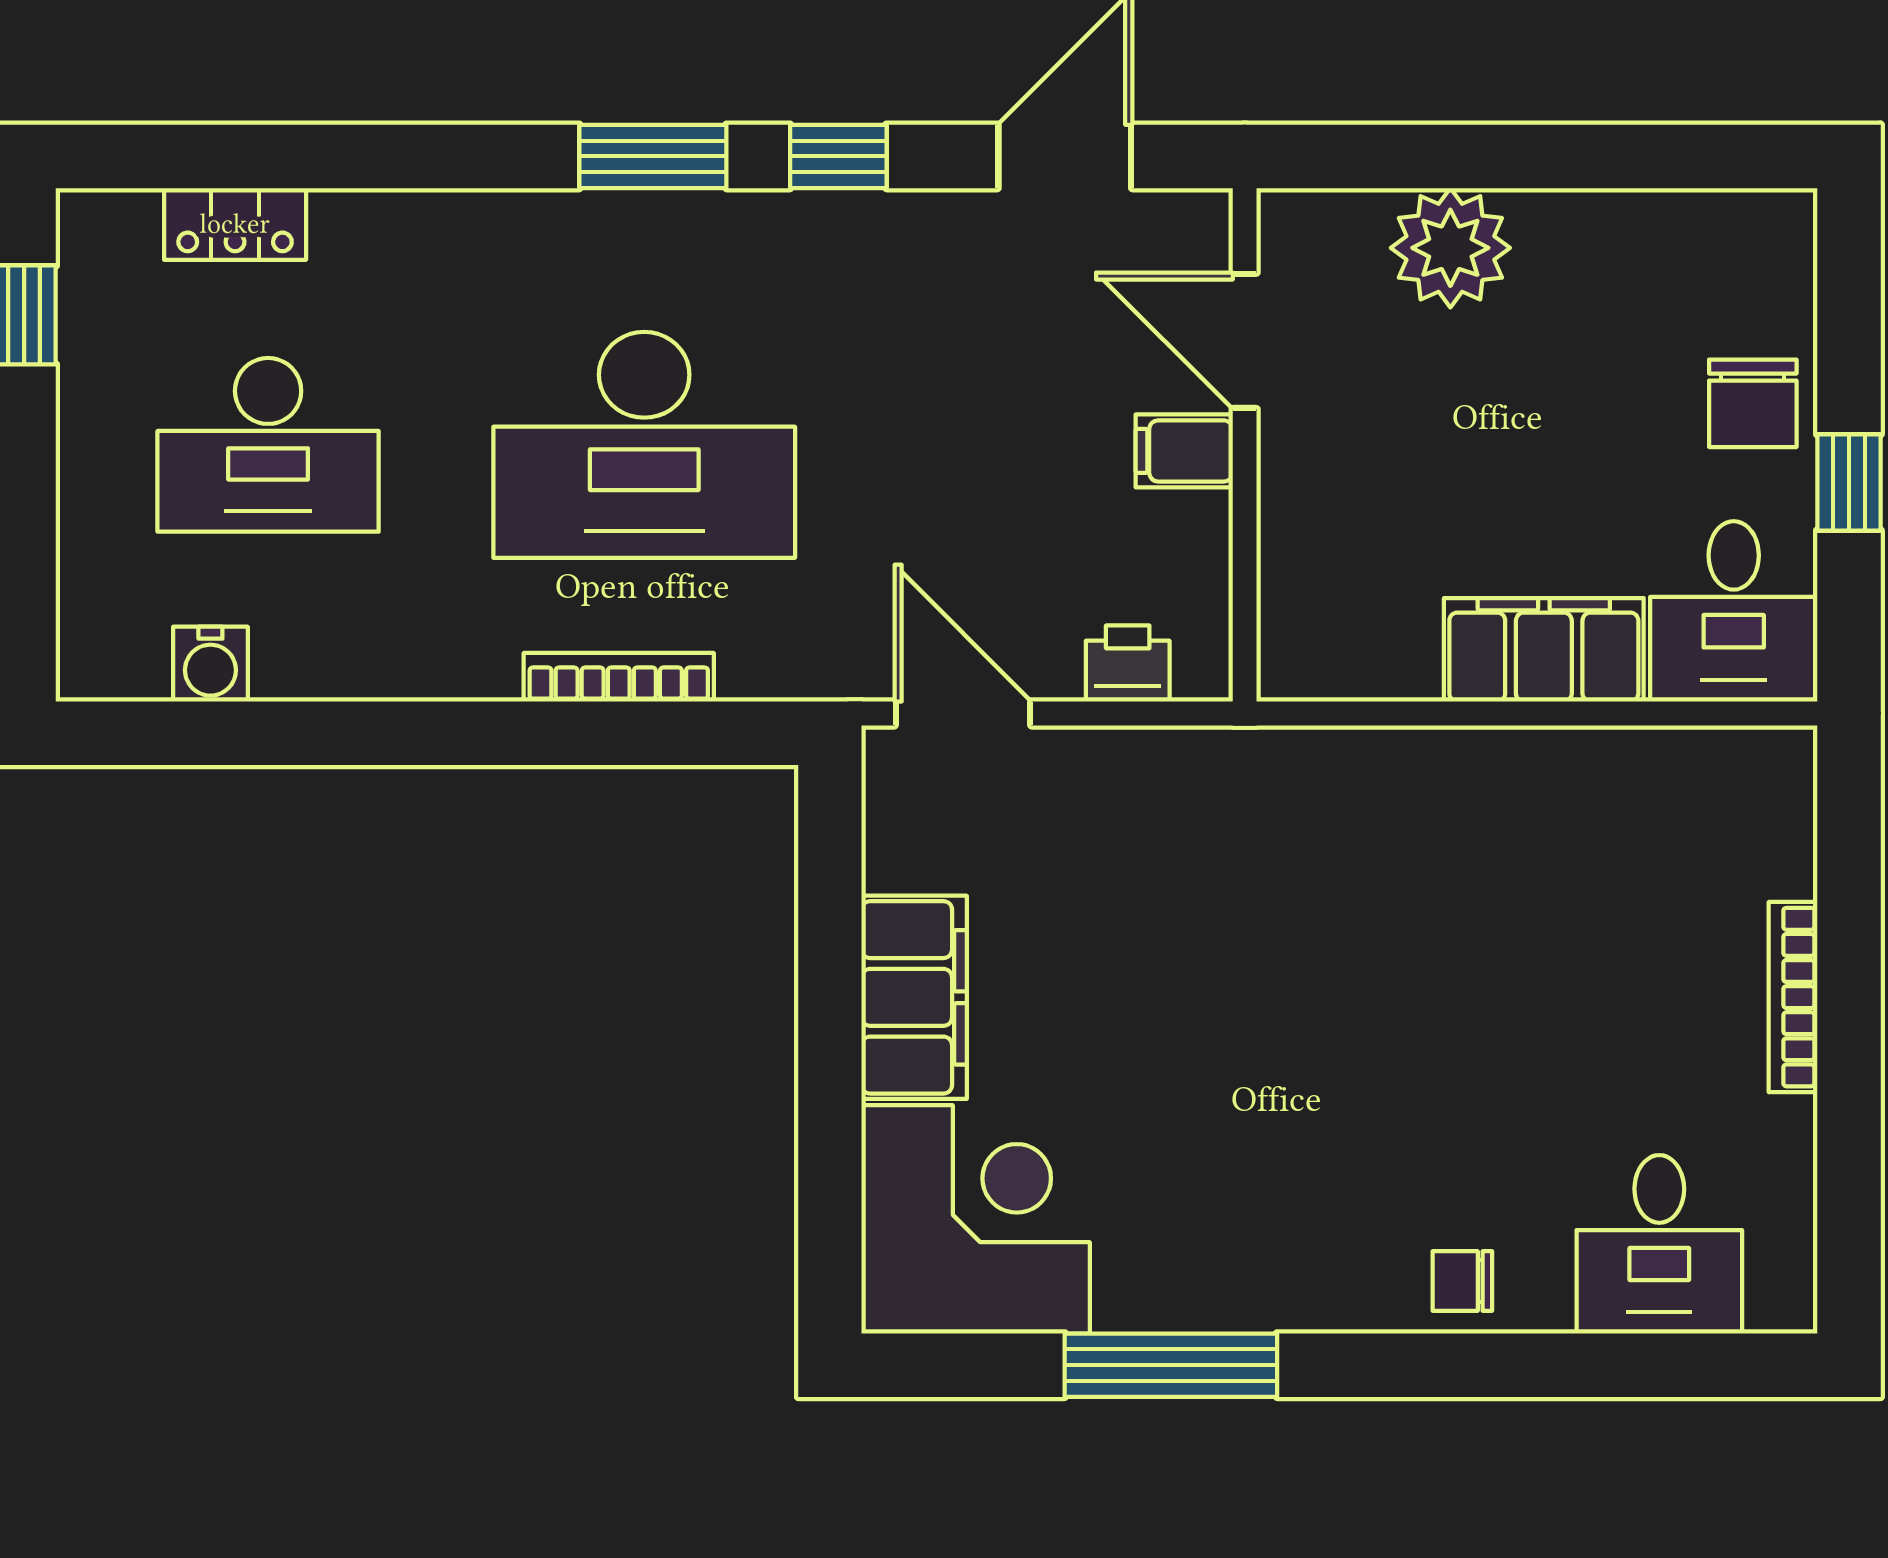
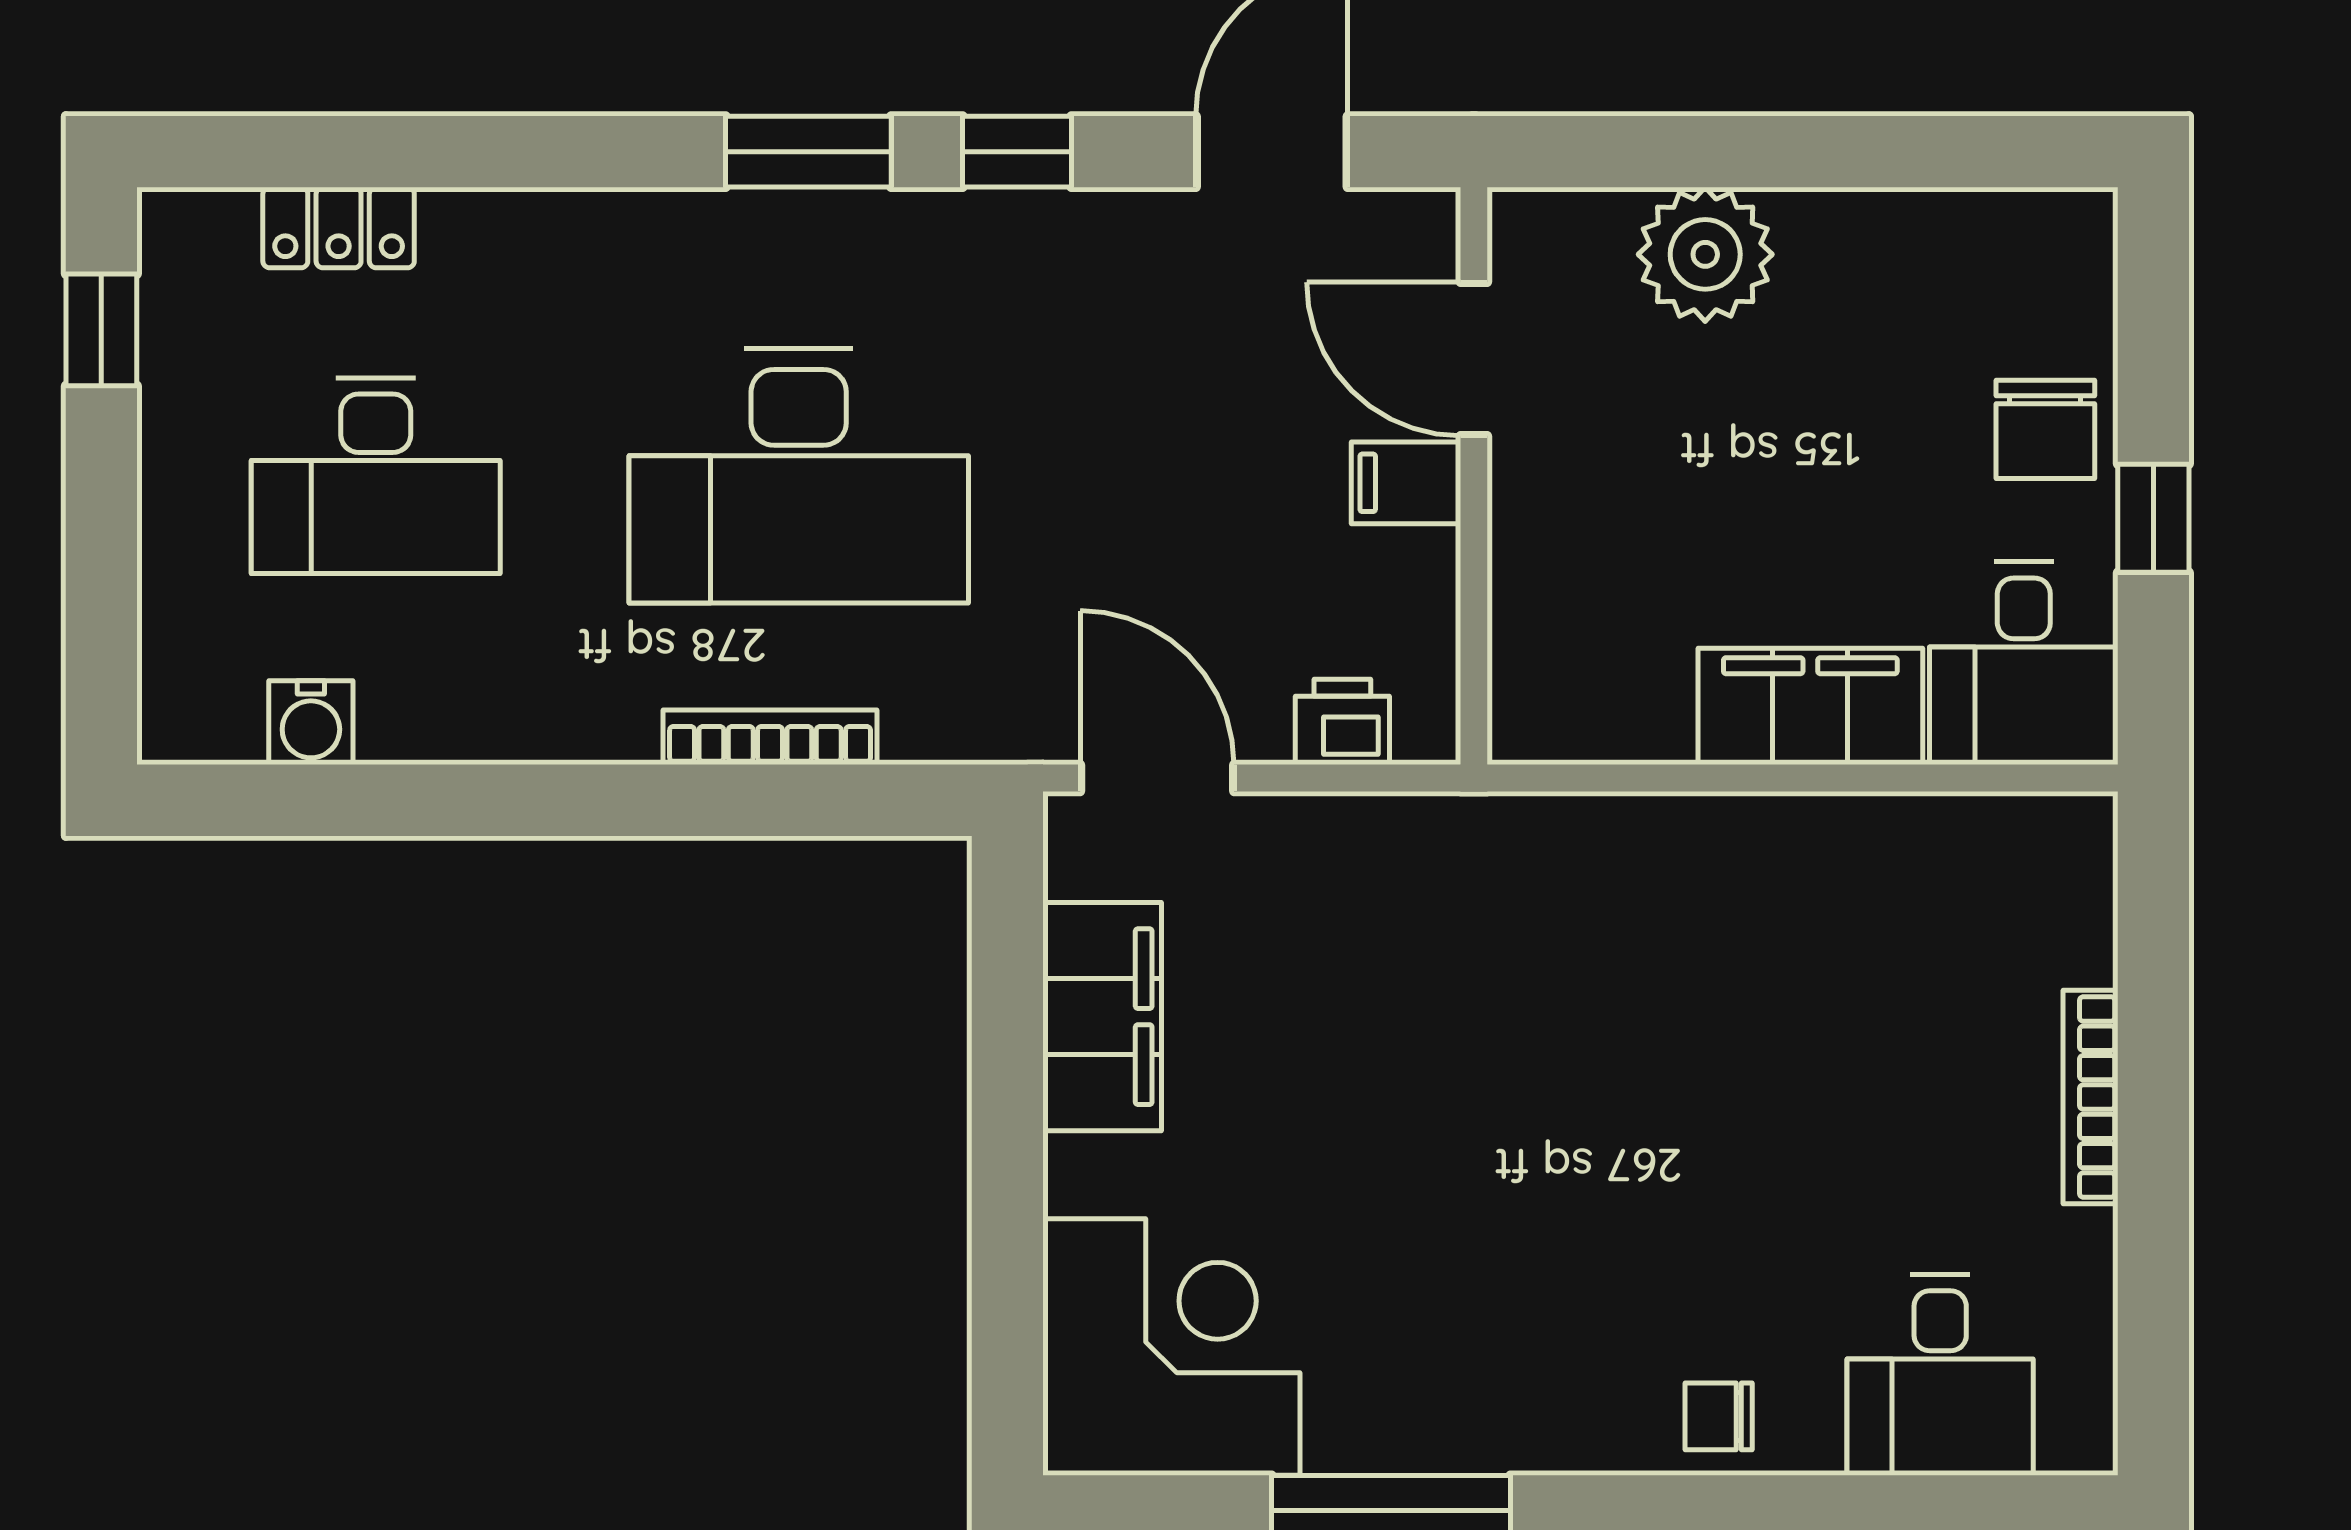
filing cabinet: (914, 997) -> (1102, 1017), moved

